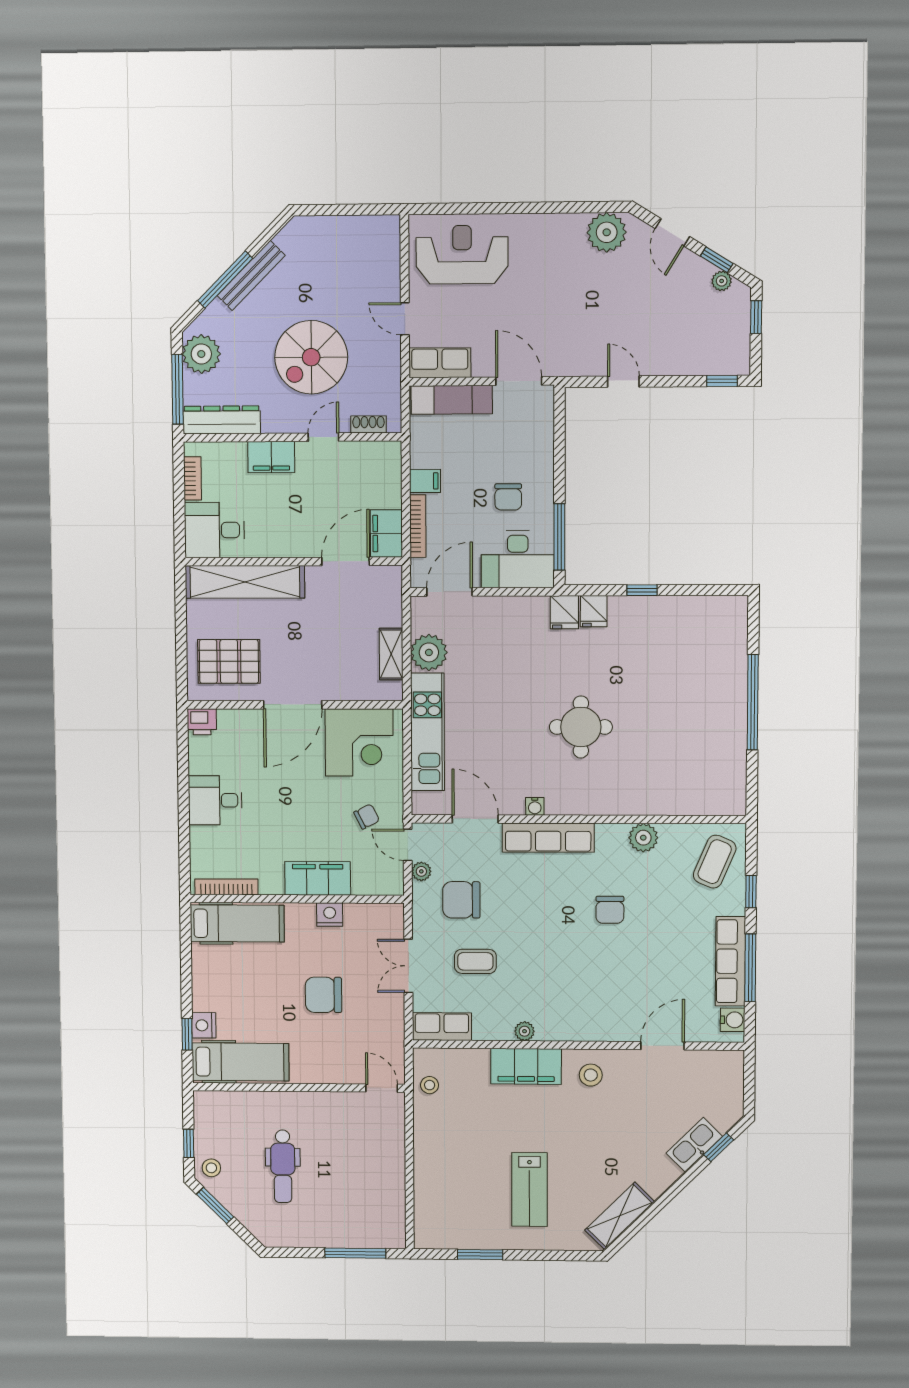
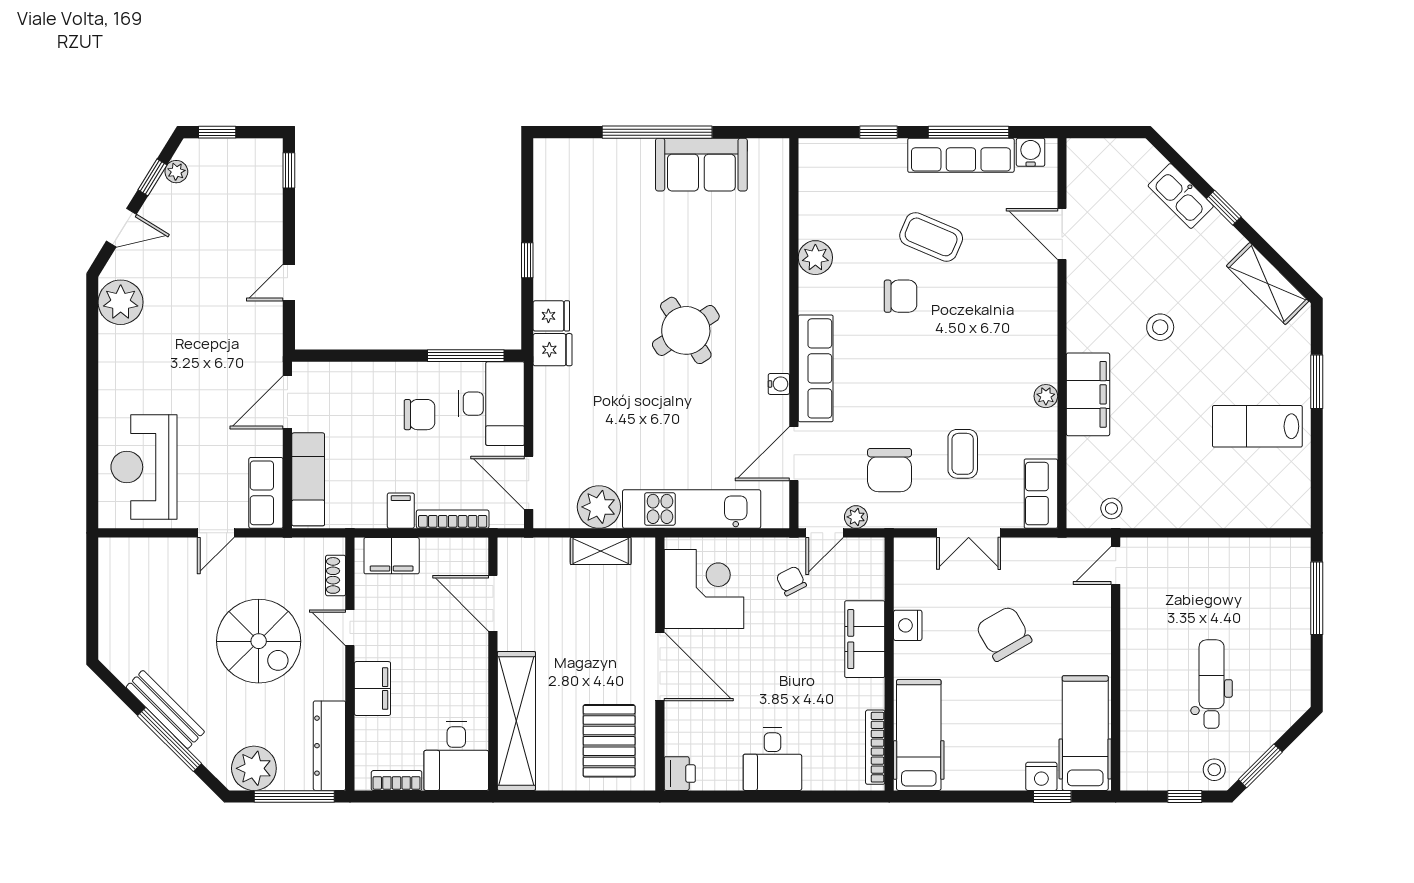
filing cabinet: (386, 533) -> (392, 556), moved
round table: (581, 727) -> (686, 330), turned -33
sofa: (724, 740) -> (701, 165), added
coffee table: (715, 862) -> (931, 237), moved
chair: (324, 995) -> (1004, 633), turned 150
stool: (591, 1075) -> (1160, 327), moved
window: (719, 1147) -> (1224, 208), moved
dental chair: (283, 1166) -> (1212, 684), turned -90
lab bench: (529, 1190) -> (1257, 426), moved, turned 180
window: (480, 1255) -> (1317, 382), moved

